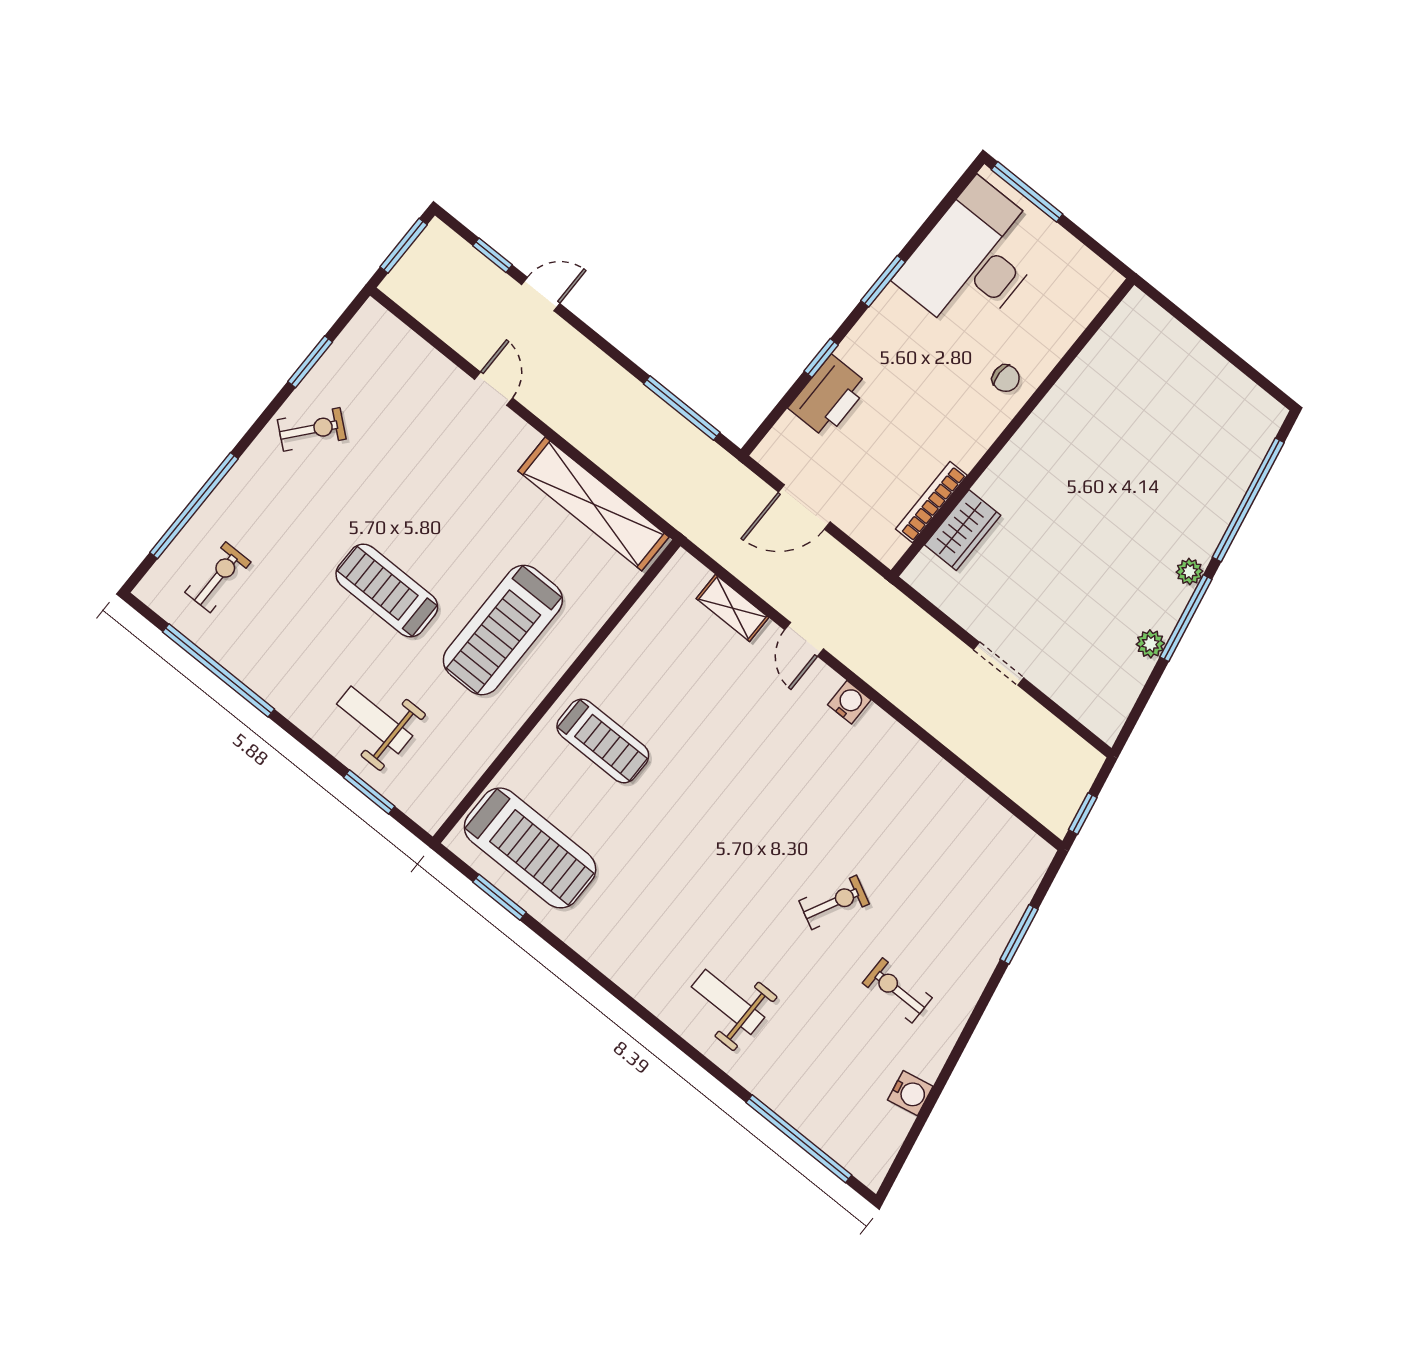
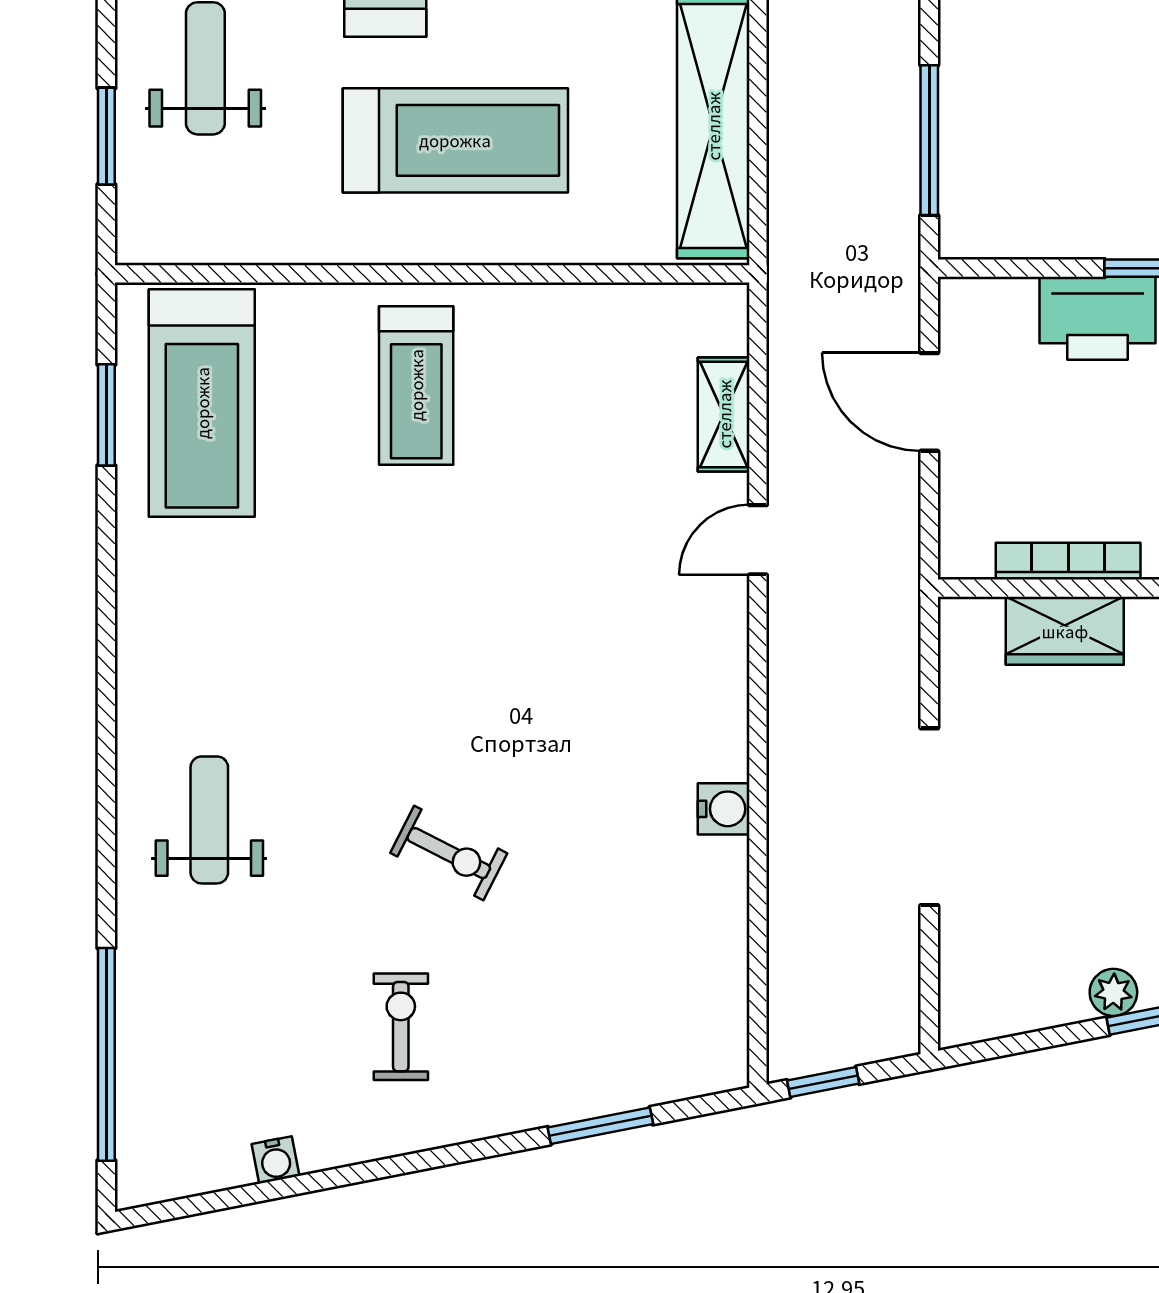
treadmill: (503, 630) -> (455, 140), turned 180
doorway: (999, 664) -> (929, 817), width x1.88
water cooler: (849, 702) -> (724, 809), moved
water cooler: (910, 1093) -> (275, 1160), width x0.72, depth x0.72

